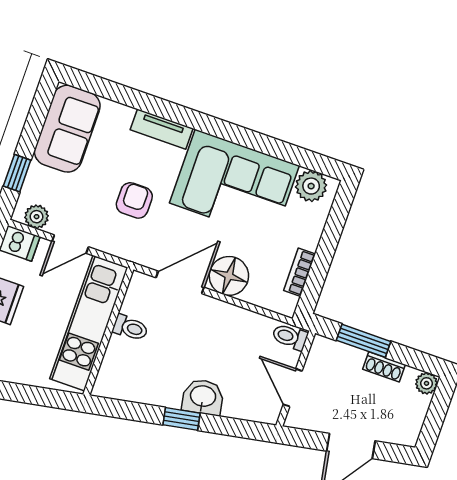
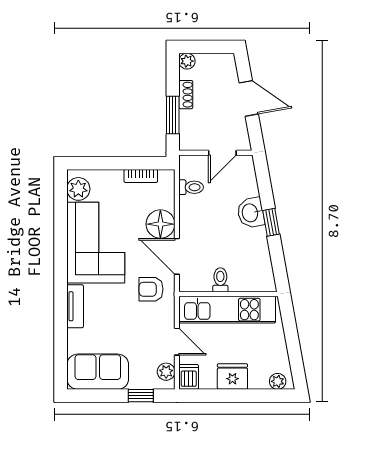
armchair: (134, 200) -> (151, 289), moved
toilet: (290, 337) -> (191, 187), moved, turned -90

